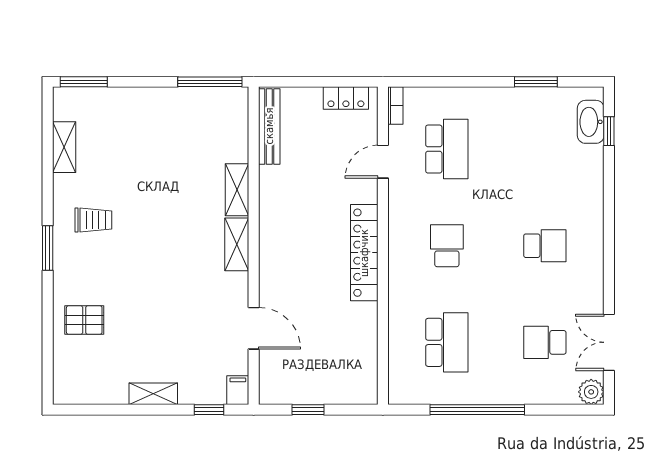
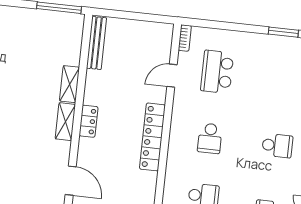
locker: (346, 98) -> (88, 121), moved, turned -90
school desk: (447, 149) -> (217, 72), turned 180
school desk: (447, 246) -> (210, 138), turned 180

